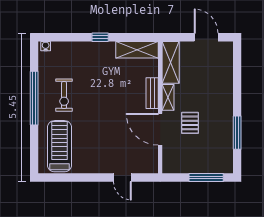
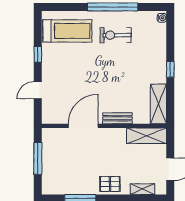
shelving: (168, 97) -> (143, 189), moved
pallet: (190, 123) -> (110, 184), moved
window: (84, 178) -> (38, 54), added
window: (206, 178) -> (38, 158), moved

